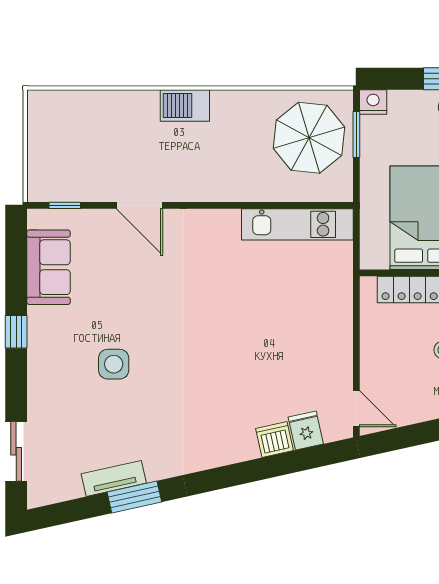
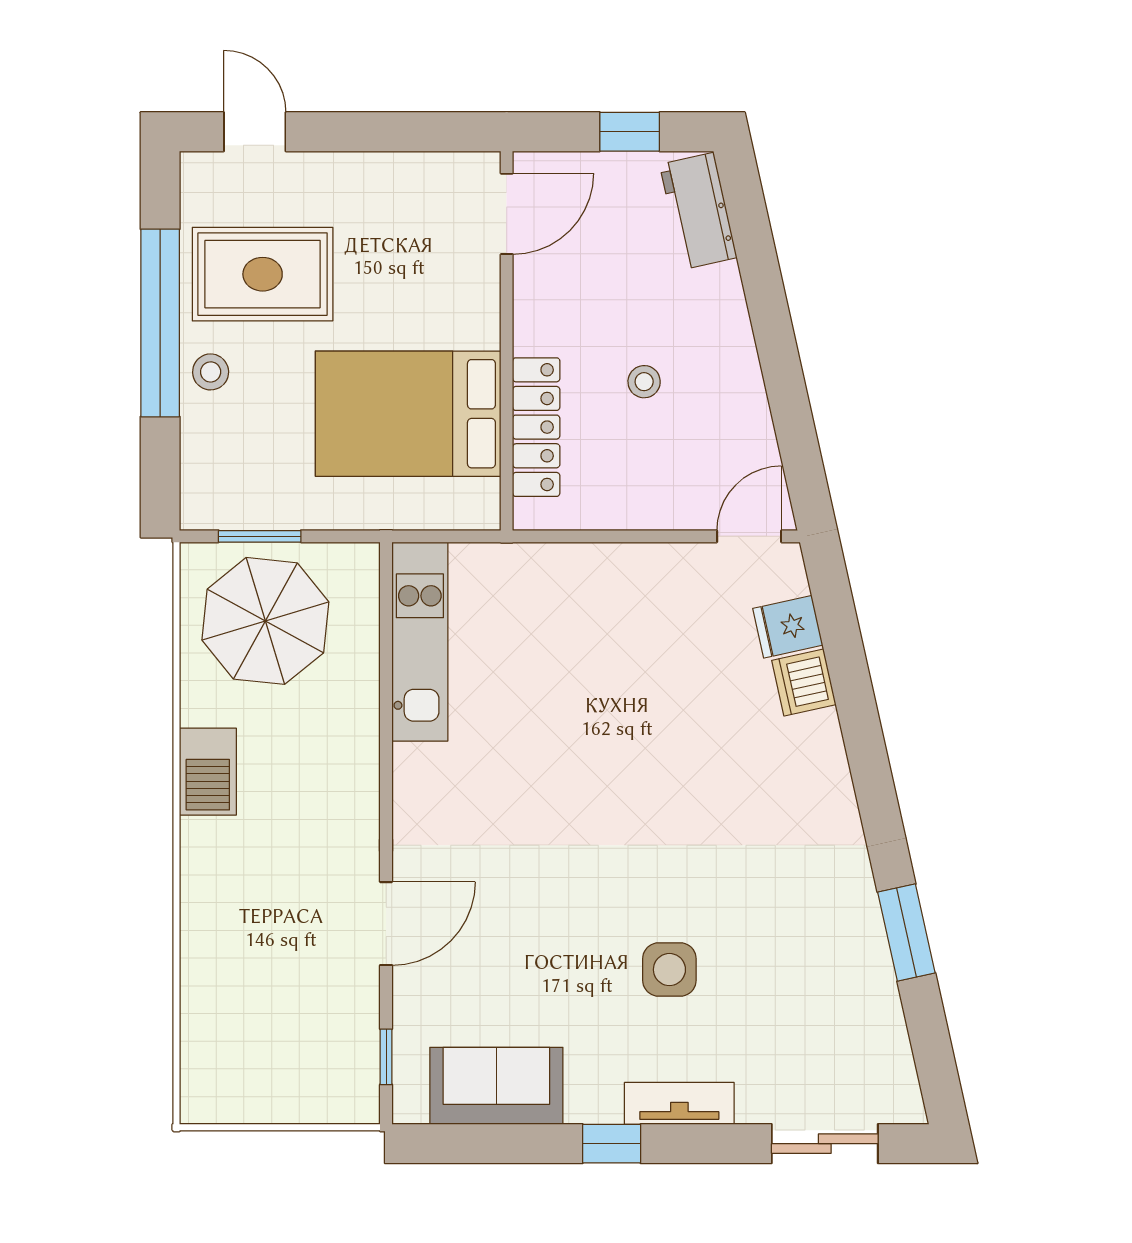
nightstand: (373, 102) -> (201, 507), removed
barbecue: (185, 106) -> (208, 772), moved
tv unit: (114, 478) -> (679, 1103), moved, turned 102

